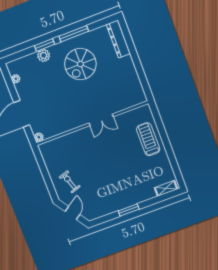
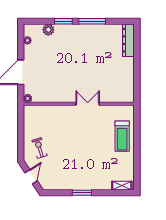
plant: (44, 55) -> (48, 30), moved
spiral stairs: (80, 64) -> (88, 49), removed
double door: (101, 120) -> (88, 104), swing flipped
treadmill: (148, 139) -> (122, 136), turned 180

